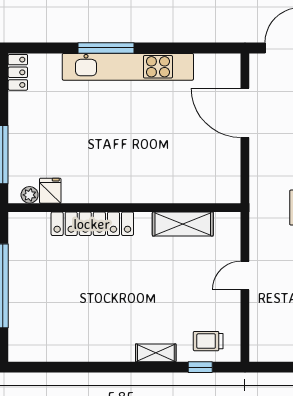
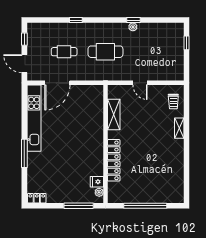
kitchen unit: (128, 67) -> (34, 118), moved
window: (200, 367) -> (187, 106), removed

